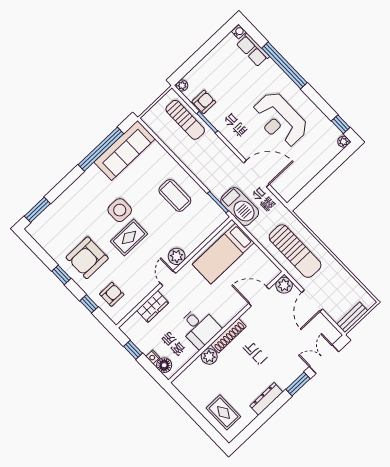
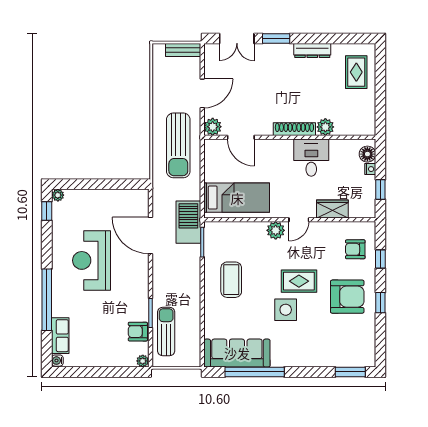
reception desk: (280, 120) -> (91, 260), turned 180
sun lounger: (295, 251) -> (178, 145), turned 180

